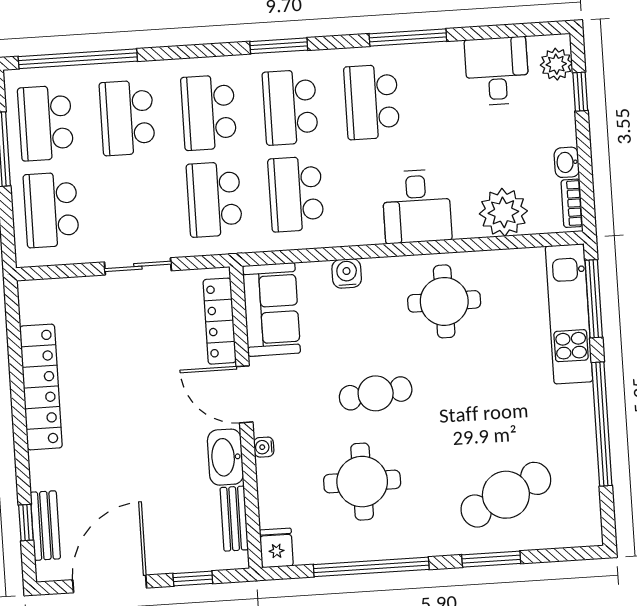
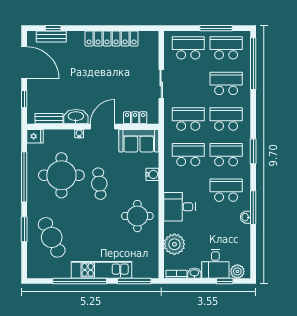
washbasin: (431, 54) -> (245, 217), added
desk: (497, 71) -> (215, 264), moved, turned 90
kitchen unit: (569, 314) -> (102, 270), moved
locker: (220, 321) -> (135, 118), width x0.66
round table: (362, 482) -> (61, 175), width x1.36, depth x1.36

